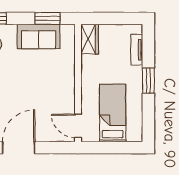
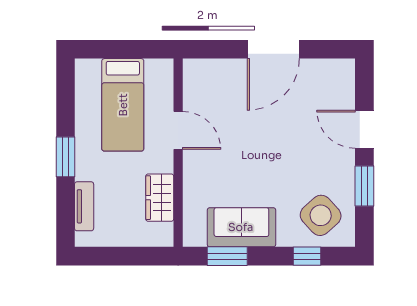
wardrobe: (90, 39) -> (160, 198), moved
door: (78, 126) -> (178, 130), moved

